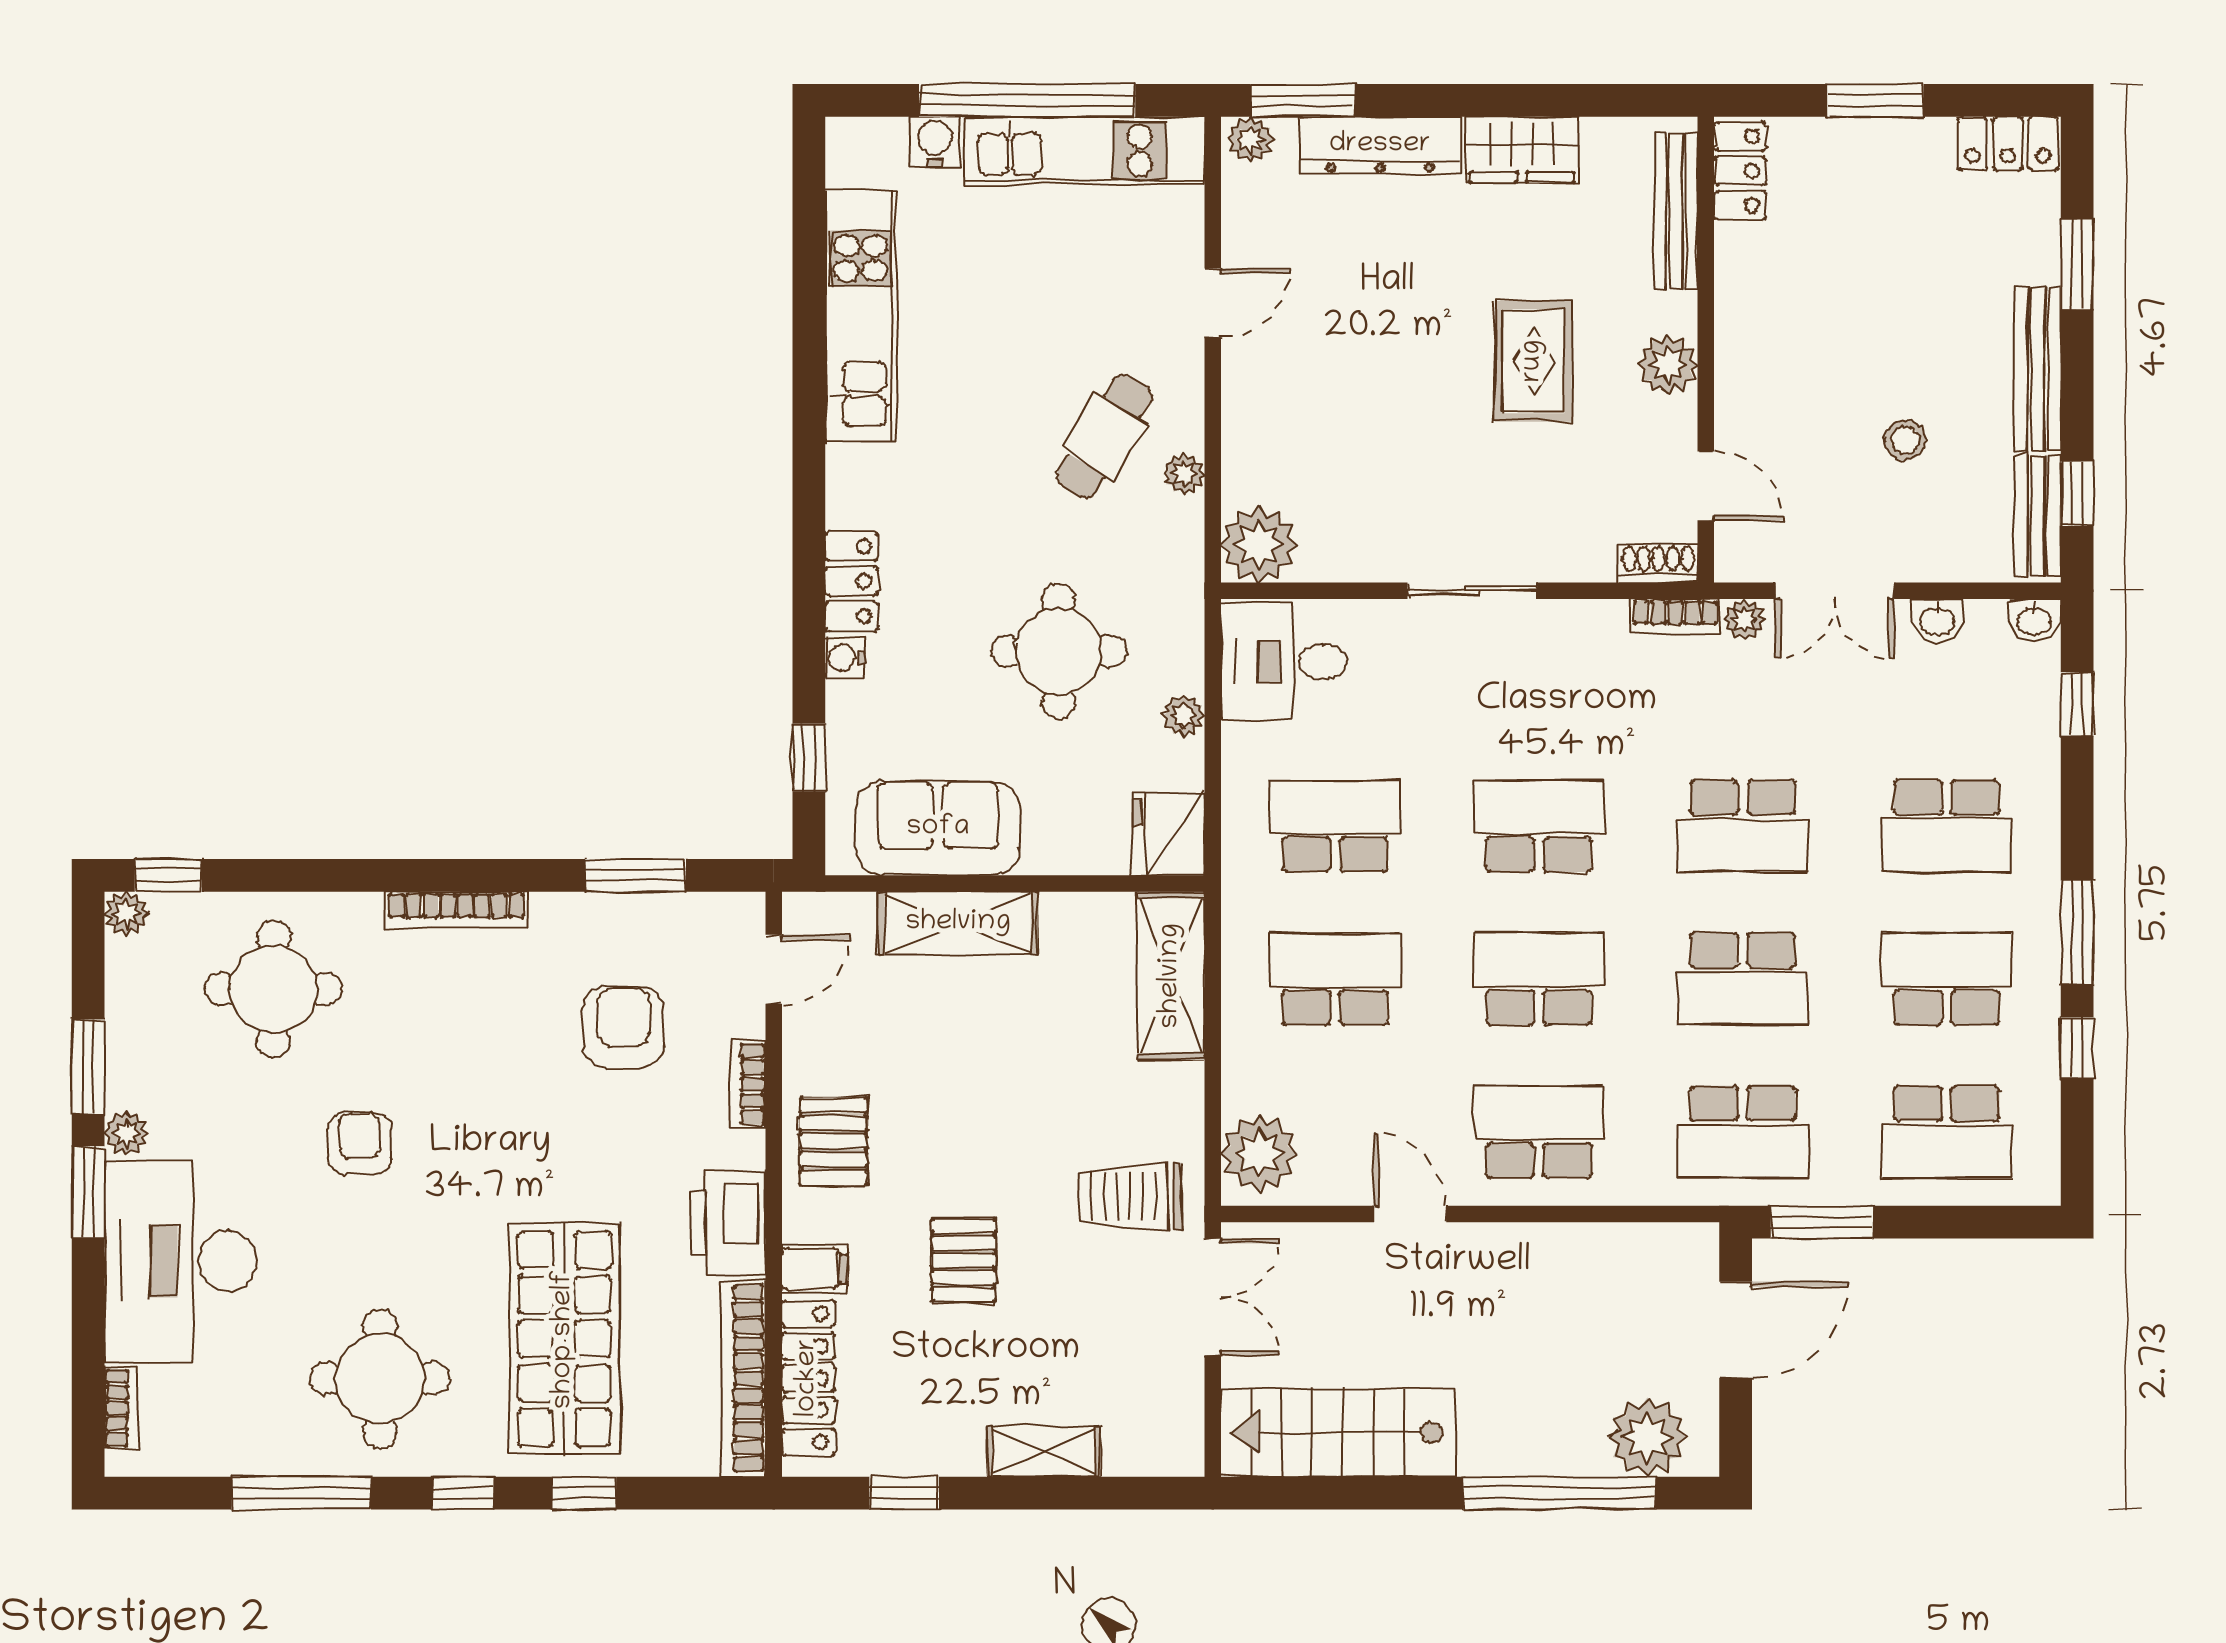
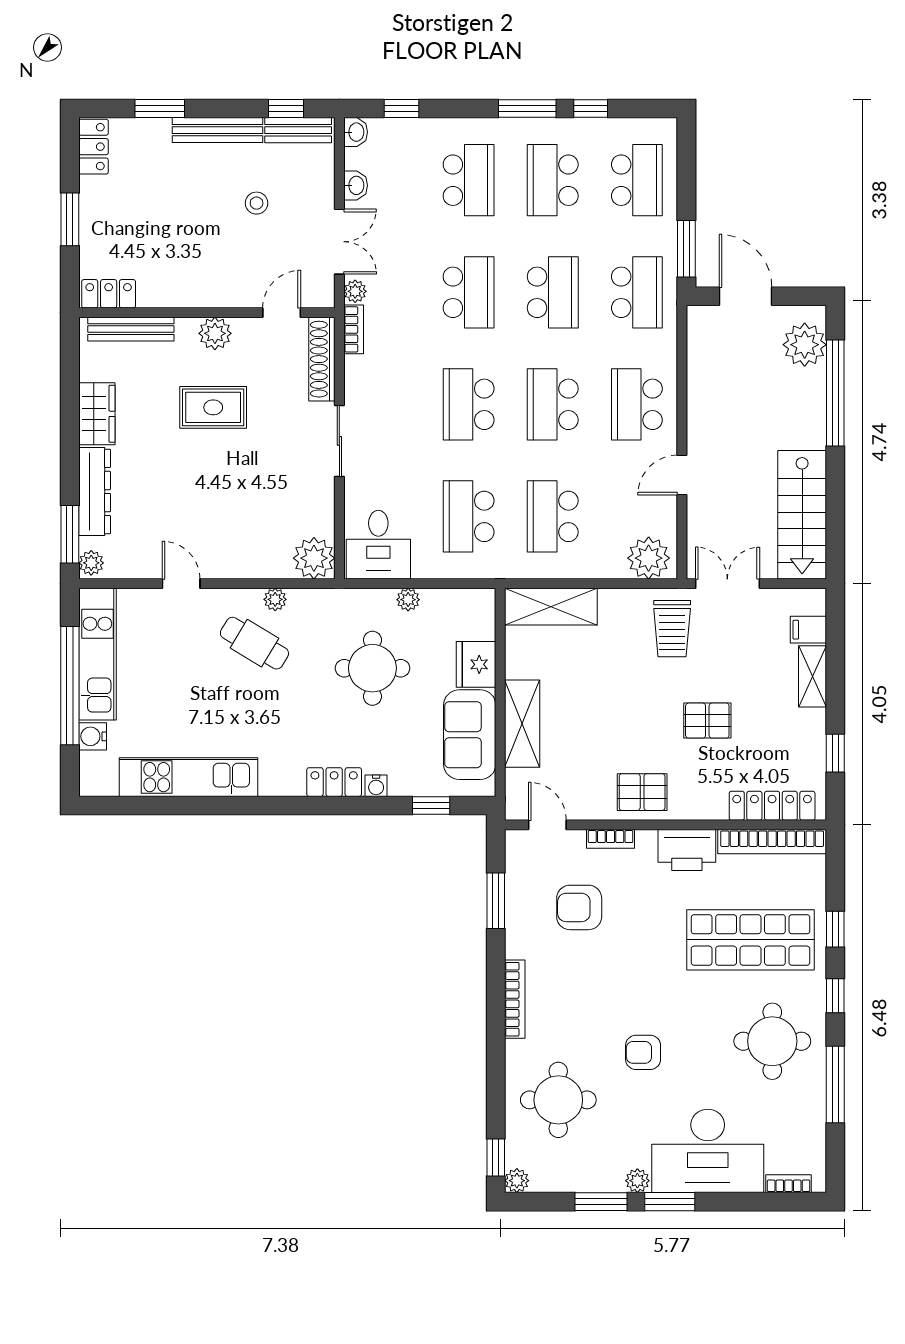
shoe rack: (1658, 564) -> (322, 359), width x1.94, depth x1.24
fridge: (1169, 834) -> (476, 664), moved, turned 90
filing cabinet: (815, 1269) -> (808, 630), moved, turned -90

